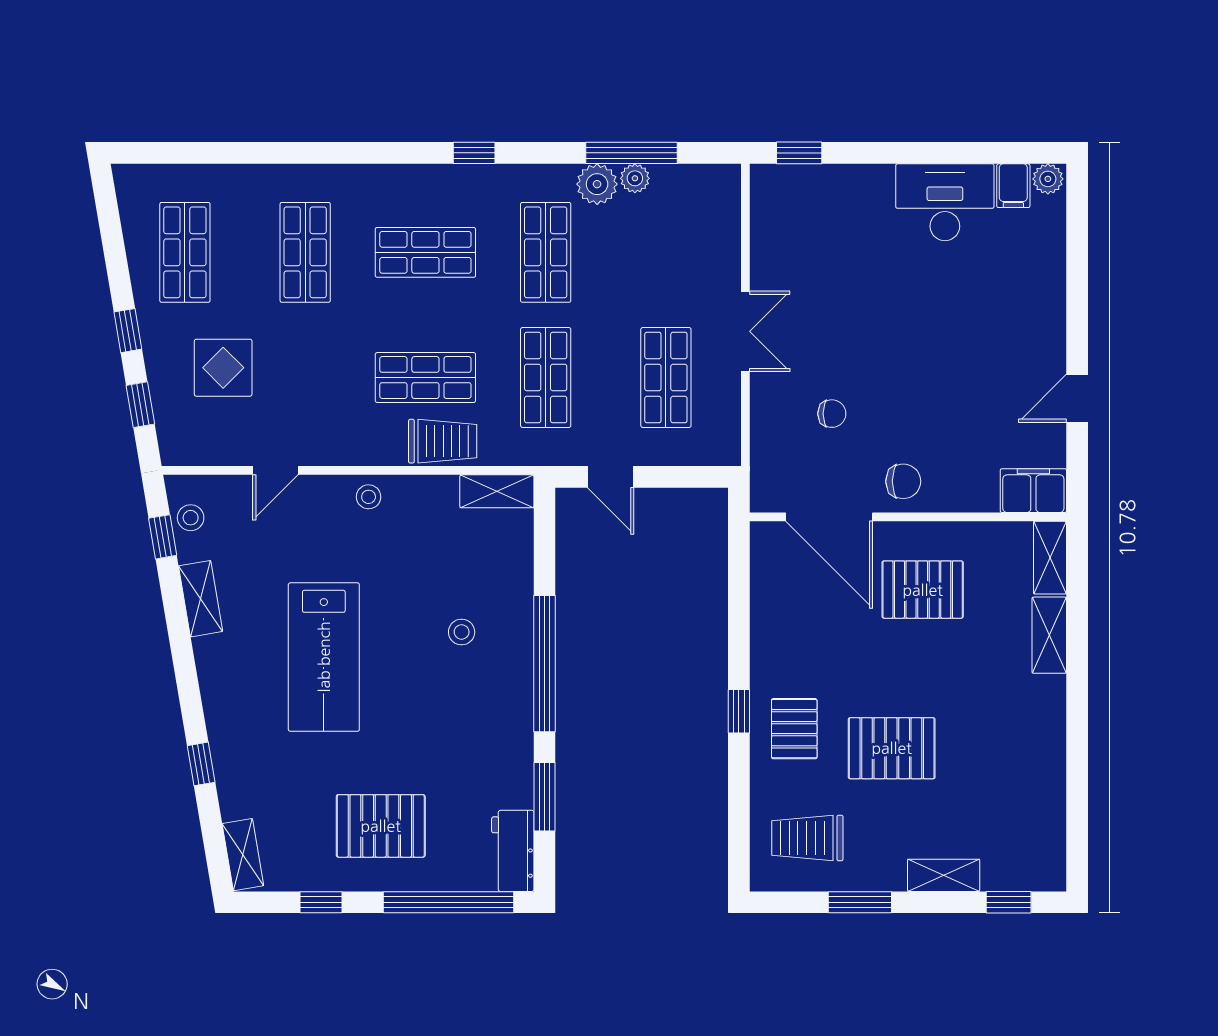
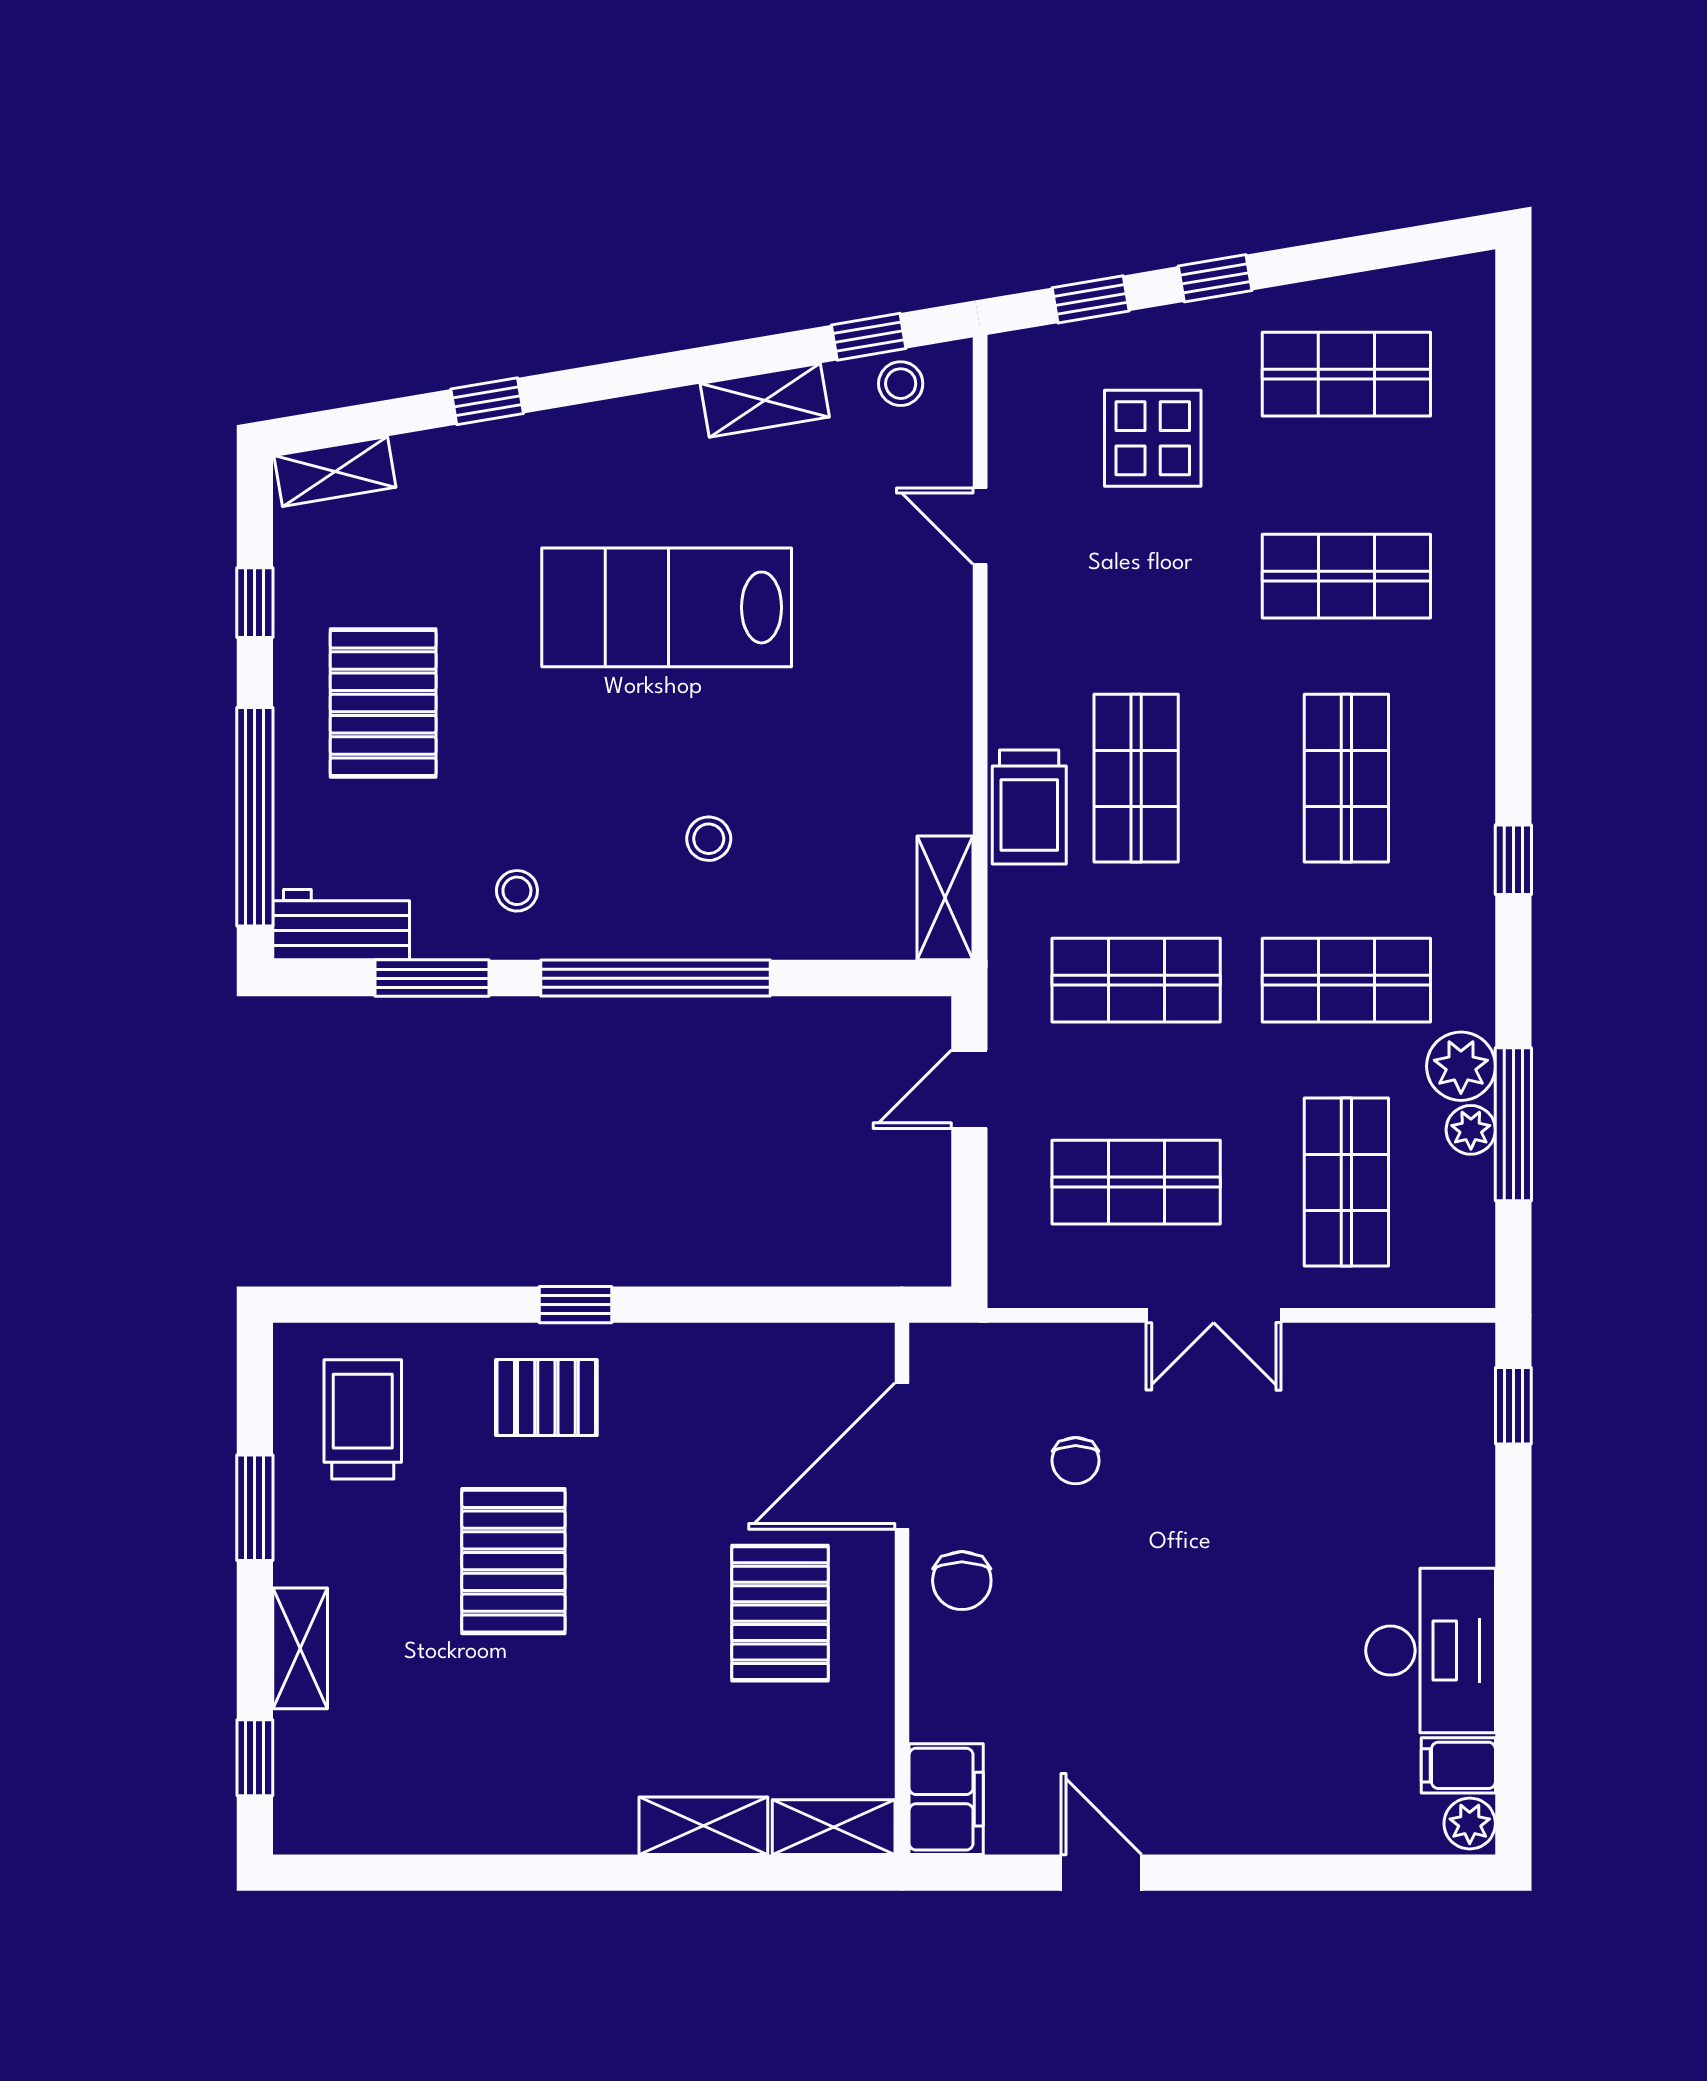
shop shelf: (666, 252) -> (1346, 1182), added
stool: (369, 497) -> (517, 891), moved

